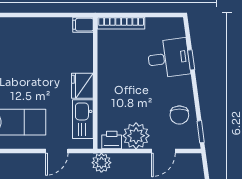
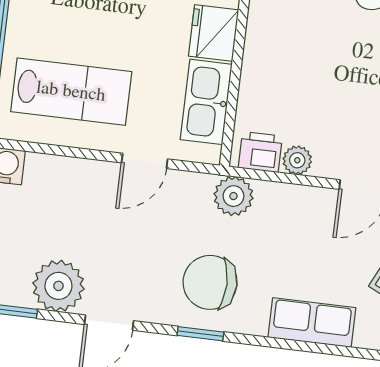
plant: (136, 136) -> (297, 160), width x0.53, depth x0.53

